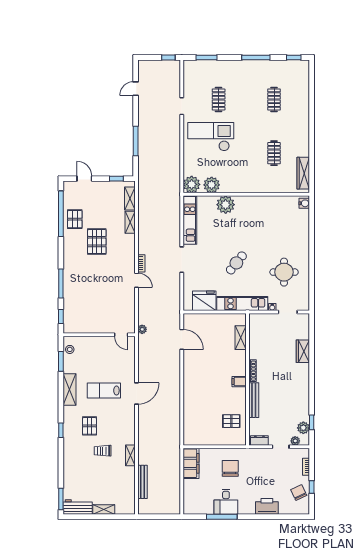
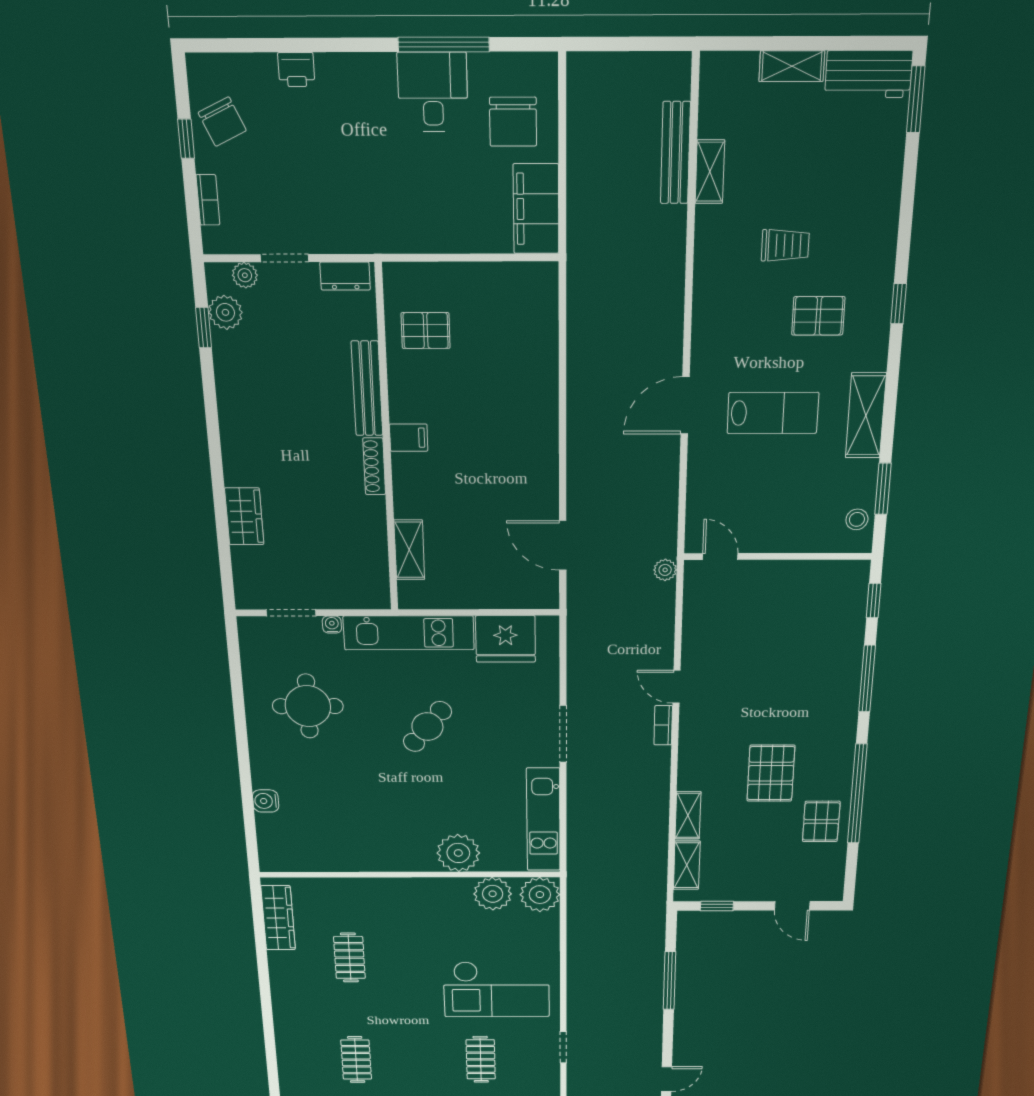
water cooler: (304, 203) -> (266, 801), moved
window: (61, 214) -> (857, 794), moved
pallet: (89, 426) -> (818, 316), turned 90
shelving: (130, 455) -> (710, 172), moved
chair: (230, 468) -> (513, 122), moved
printer: (267, 506) -> (296, 70), width x0.53, depth x0.68

